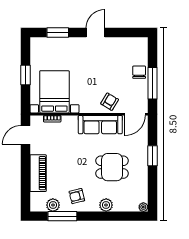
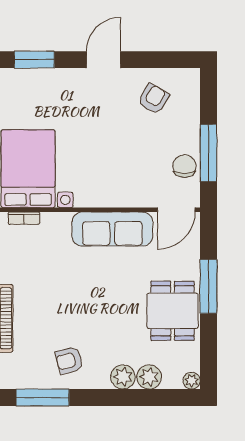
chair: (139, 72) -> (184, 166), moved
armchair: (110, 102) -> (153, 99), moved
window: (153, 156) -> (208, 286), width x1.44
dining table: (112, 167) -> (173, 311), moved, turned 90
plant: (53, 205) -> (149, 377), moved

